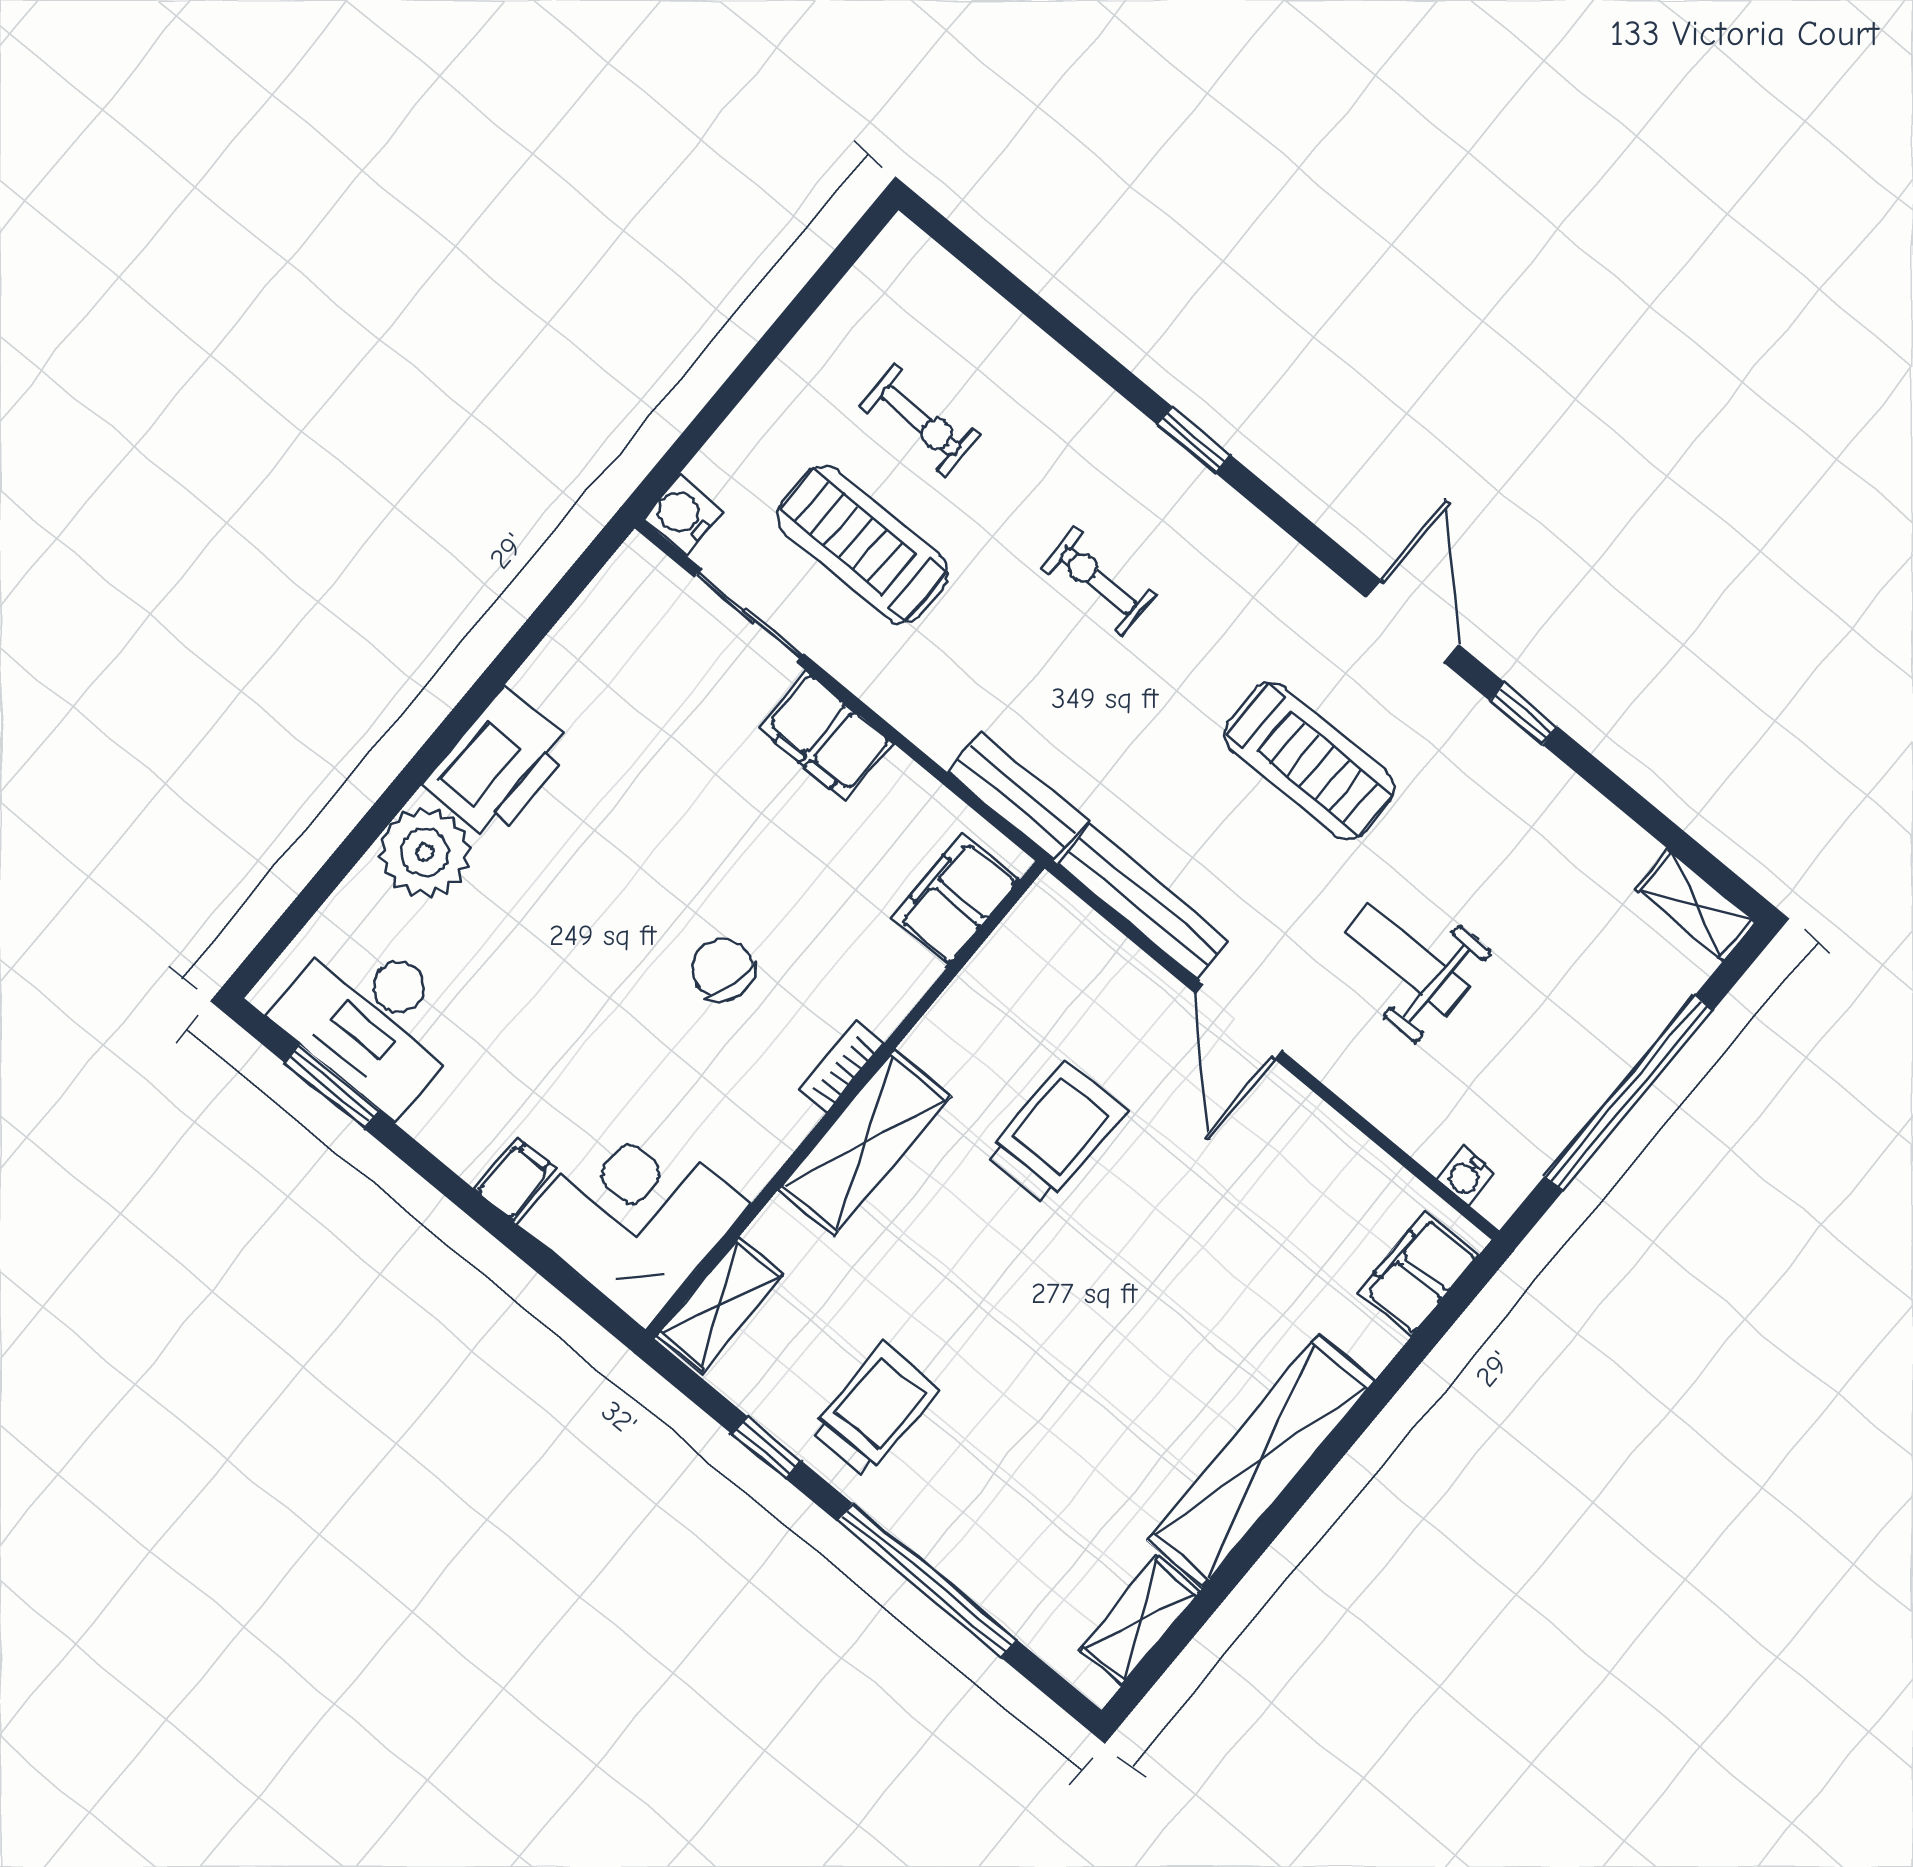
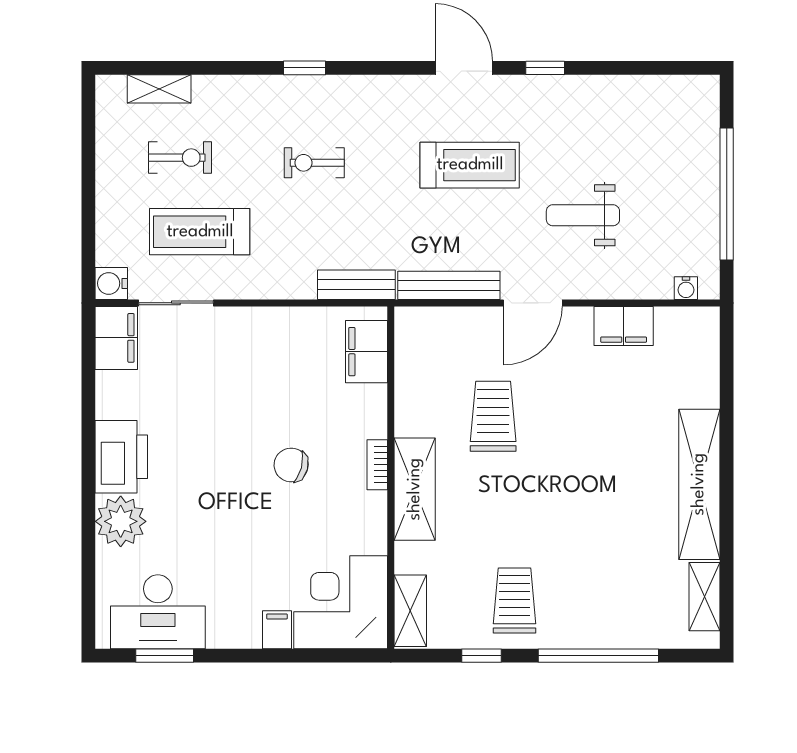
filing cabinet: (826, 736) -> (116, 338), moved, turned -90
shelving: (1696, 905) -> (159, 89), moved
door: (1239, 1022) -> (533, 303), hinge flipped
filing cabinet: (1418, 1274) -> (624, 326), moved, turned -90

